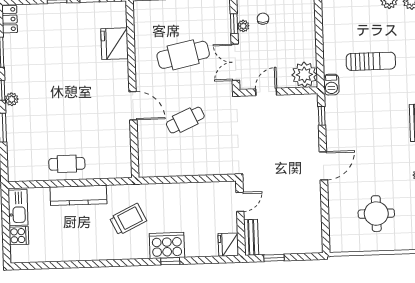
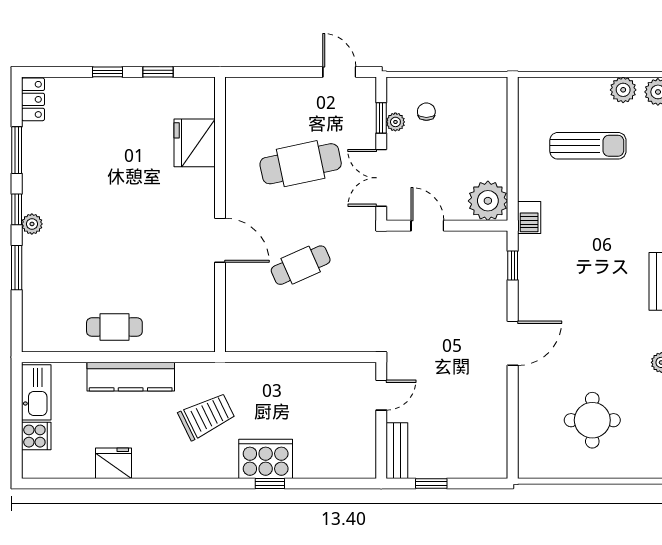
sun lounger: (371, 61) -> (588, 146), moved
door: (266, 92) -> (427, 226), hinge flipped
fridge: (228, 245) -> (113, 463), moved, turned 90

